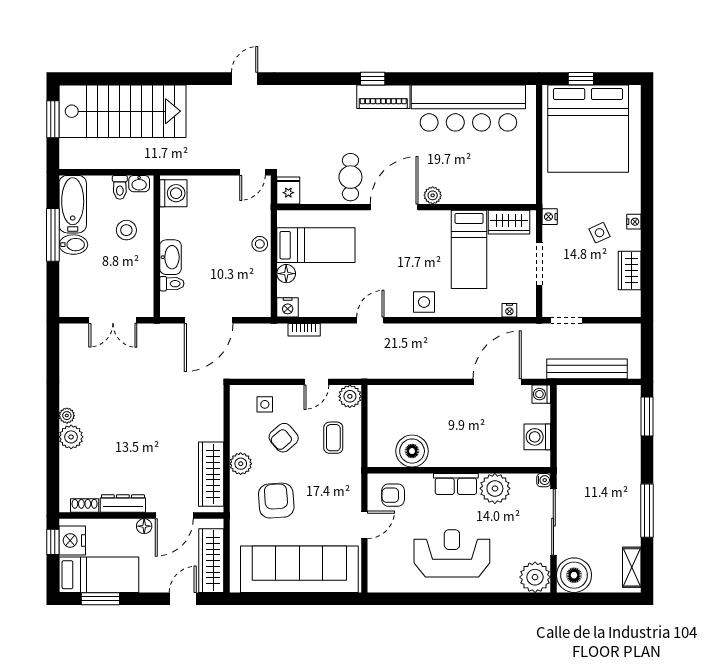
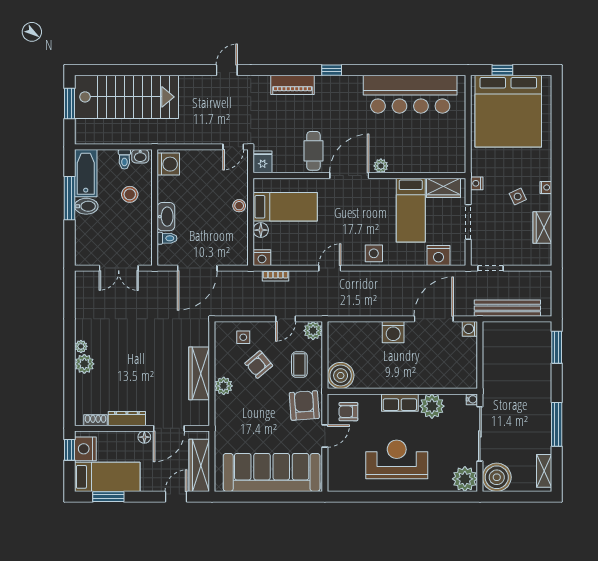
piano: (383, 97) -> (293, 85), moved
nightstand: (509, 310) -> (439, 256), width x1.89, depth x1.79
washing machine: (537, 437) -> (393, 332), moved, turned -90
boiler: (412, 451) -> (341, 376), moved
wardrobe: (211, 474) -> (199, 373), moved
armchair: (276, 501) -> (304, 405), moved

